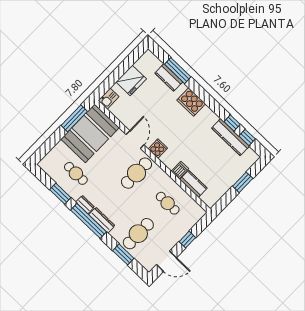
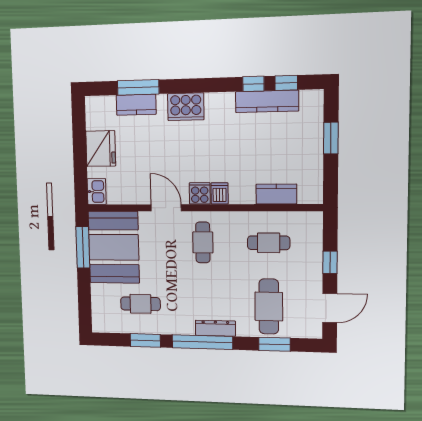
dishwasher: (180, 170) -> (220, 193), moved
cafe table: (136, 173) -> (203, 242), width x0.73, depth x0.74
dresser: (85, 204) -> (182, 328), removed

